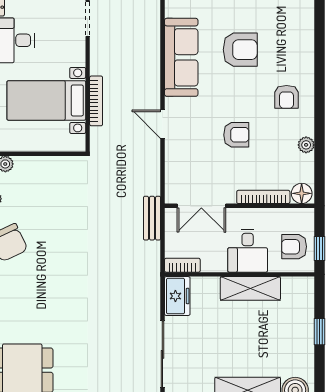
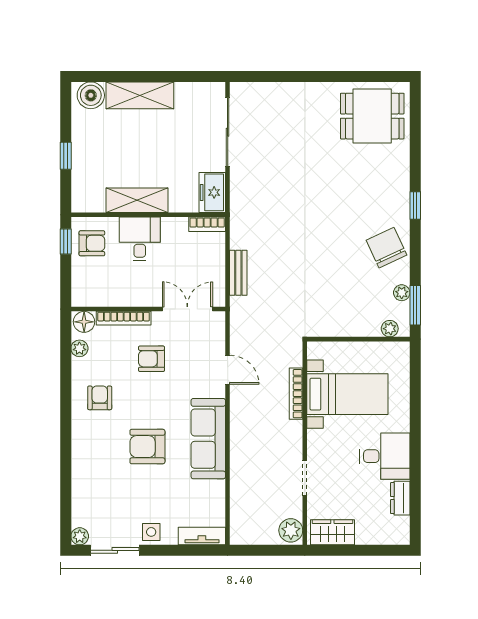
floor lamp: (302, 193) -> (84, 322), moved
bookcase: (263, 197) -> (124, 318), moved
double door: (201, 206) -> (187, 309), moved
wall: (239, 206) -> (148, 309), moved

